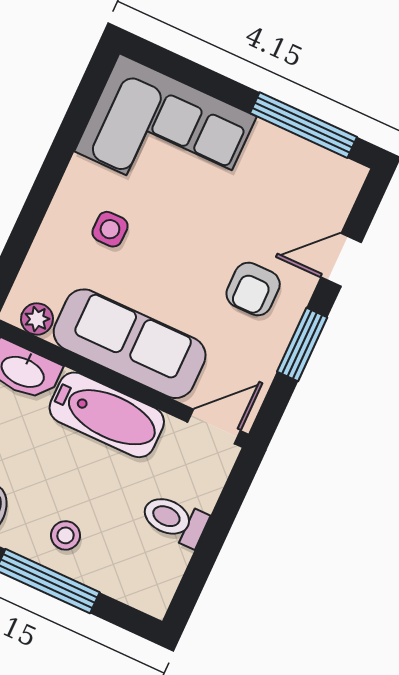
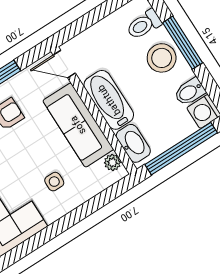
toilet: (174, 520) -> (144, 24), moved, turned 90
stool: (66, 535) -> (162, 58), width x1.89, depth x1.89

